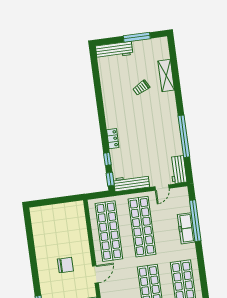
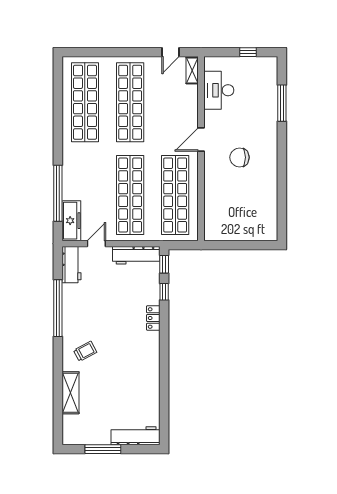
trolley: (141, 88) -> (85, 351), moved
freezer: (186, 228) -> (71, 221), moved

